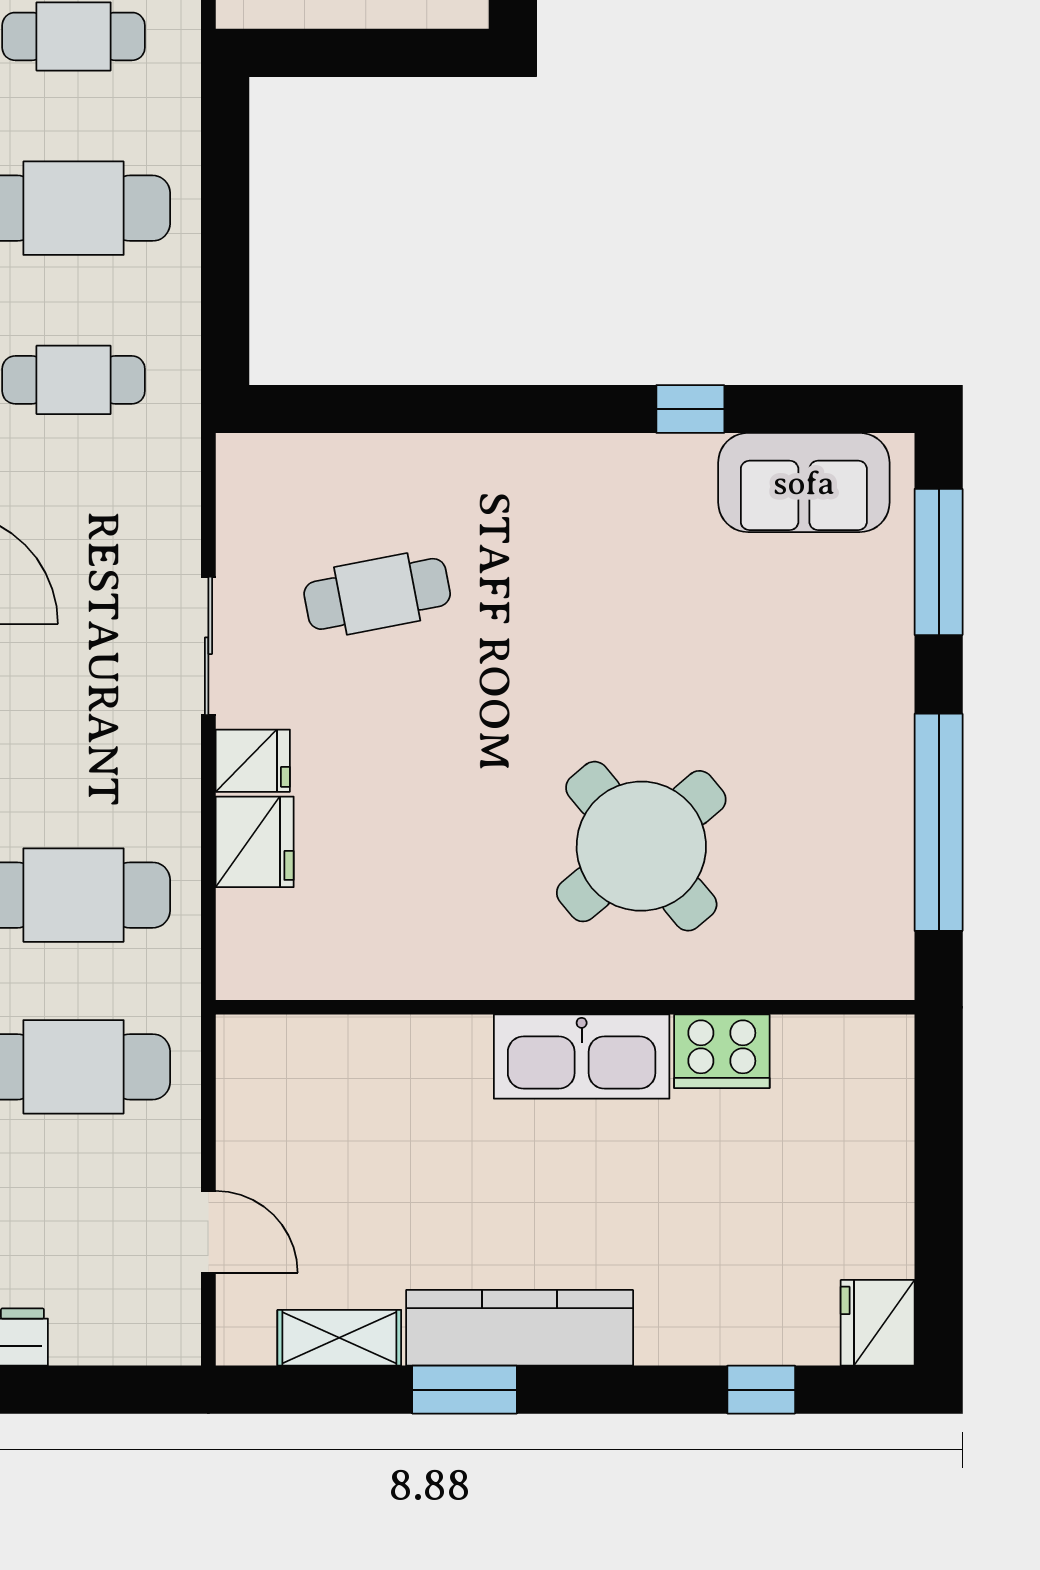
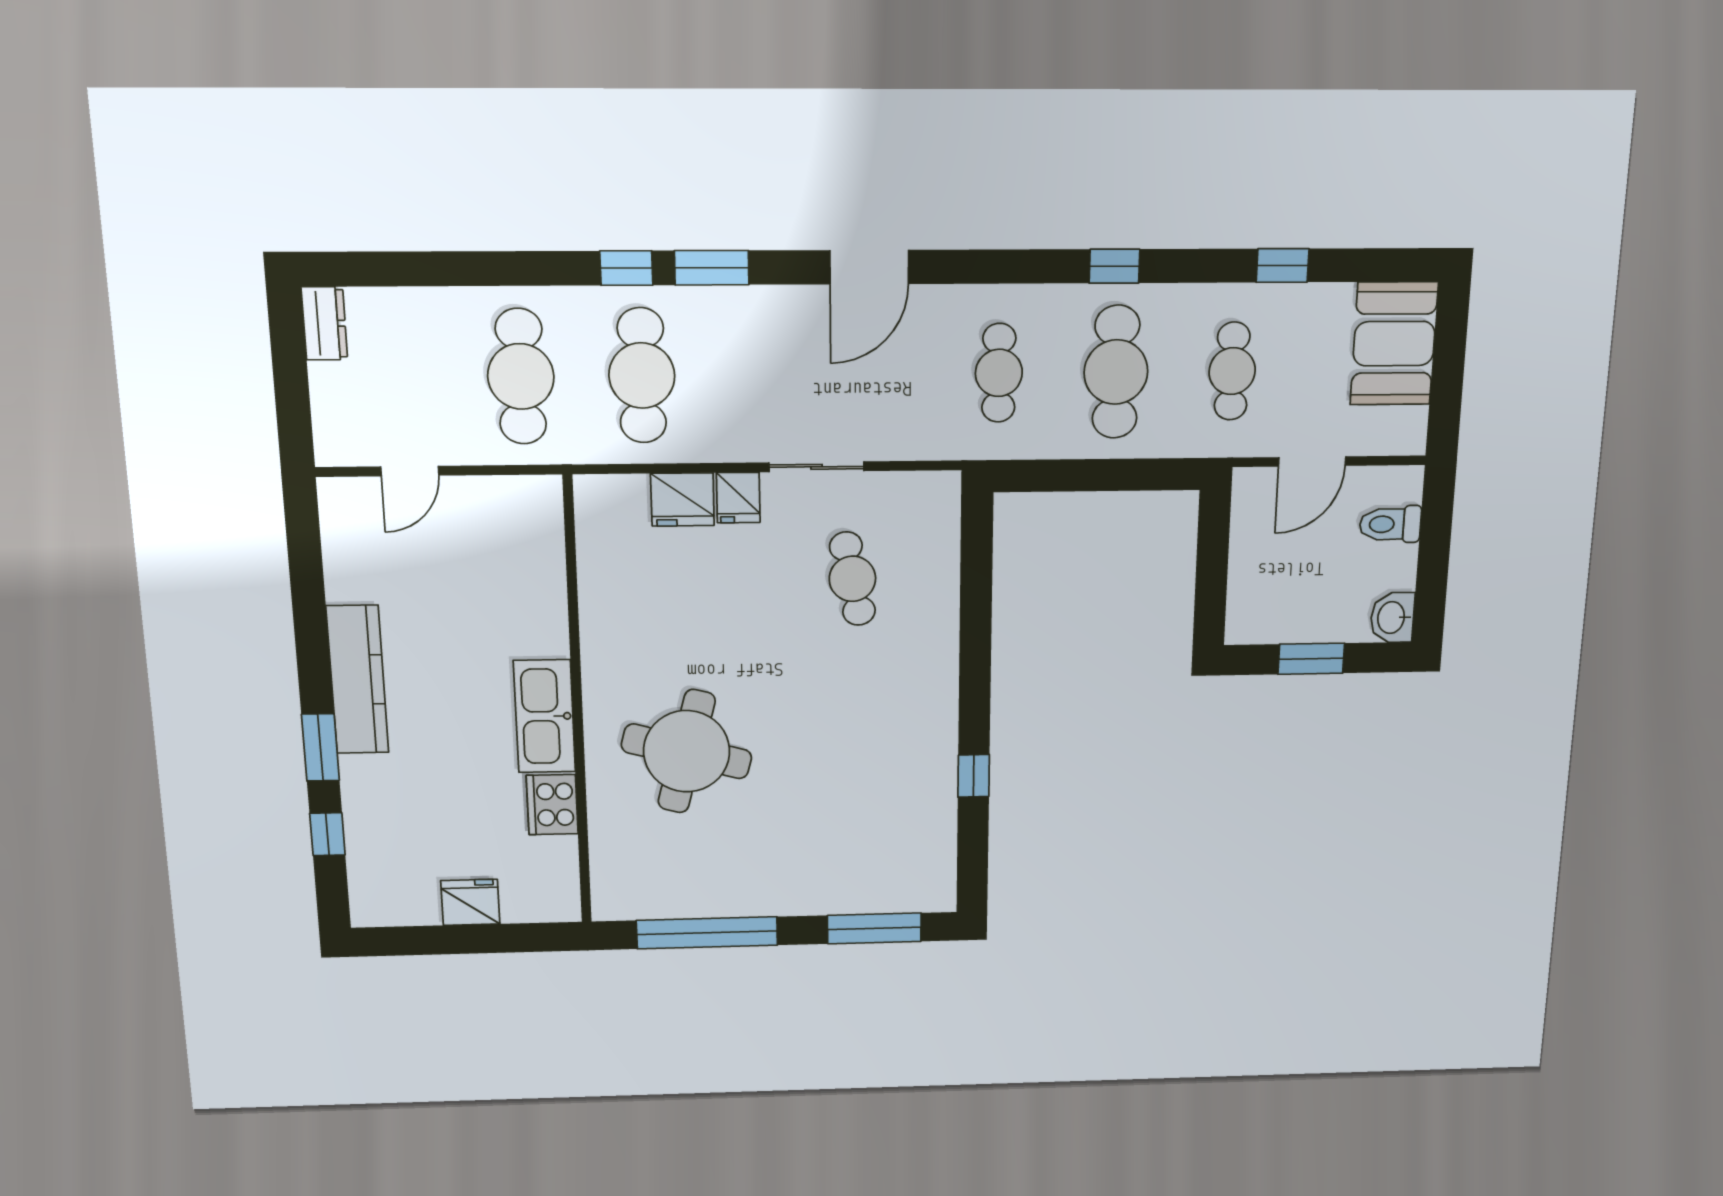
sofa: (804, 483) -> (925, 846), removed
round table: (641, 846) -> (687, 751), turned -35
fridge: (878, 1323) -> (470, 902), moved
shelving: (339, 1338) -> (342, 561), removed
window: (465, 1390) -> (320, 747), moved

